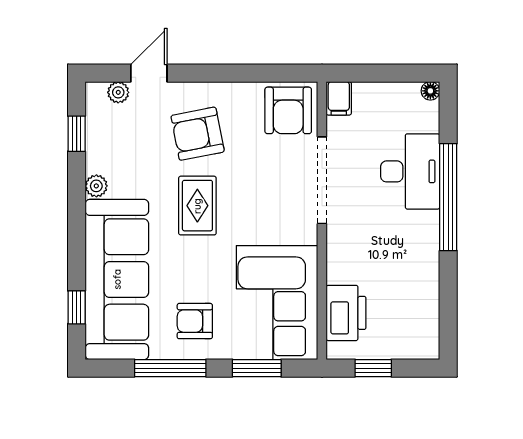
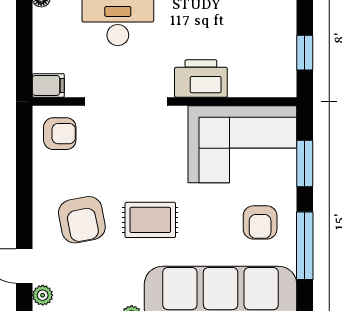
armchair: (288, 110) -> (60, 134), width x0.72, depth x0.72
printer: (346, 313) -> (201, 79), moved

